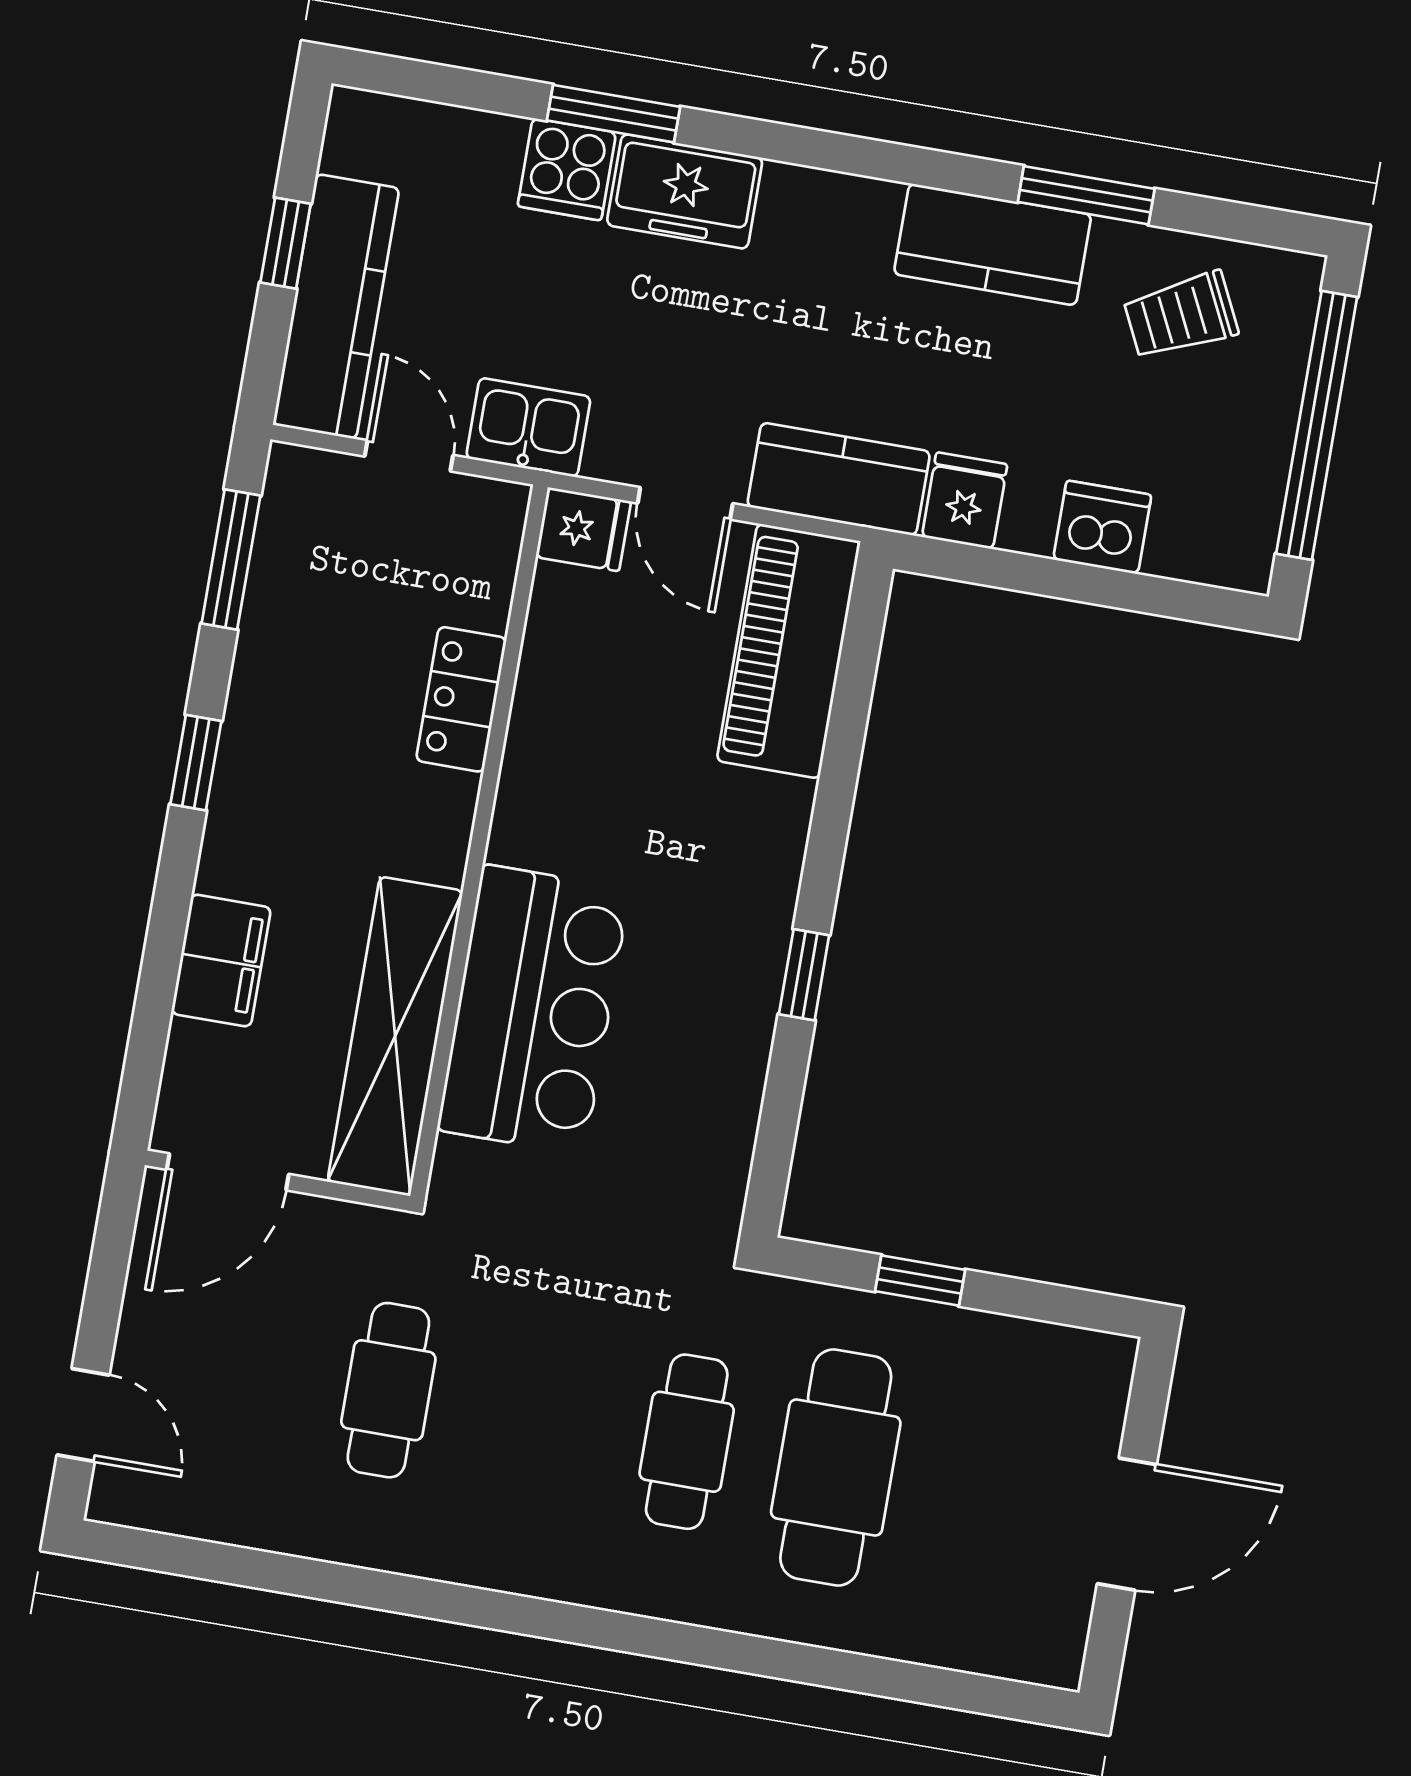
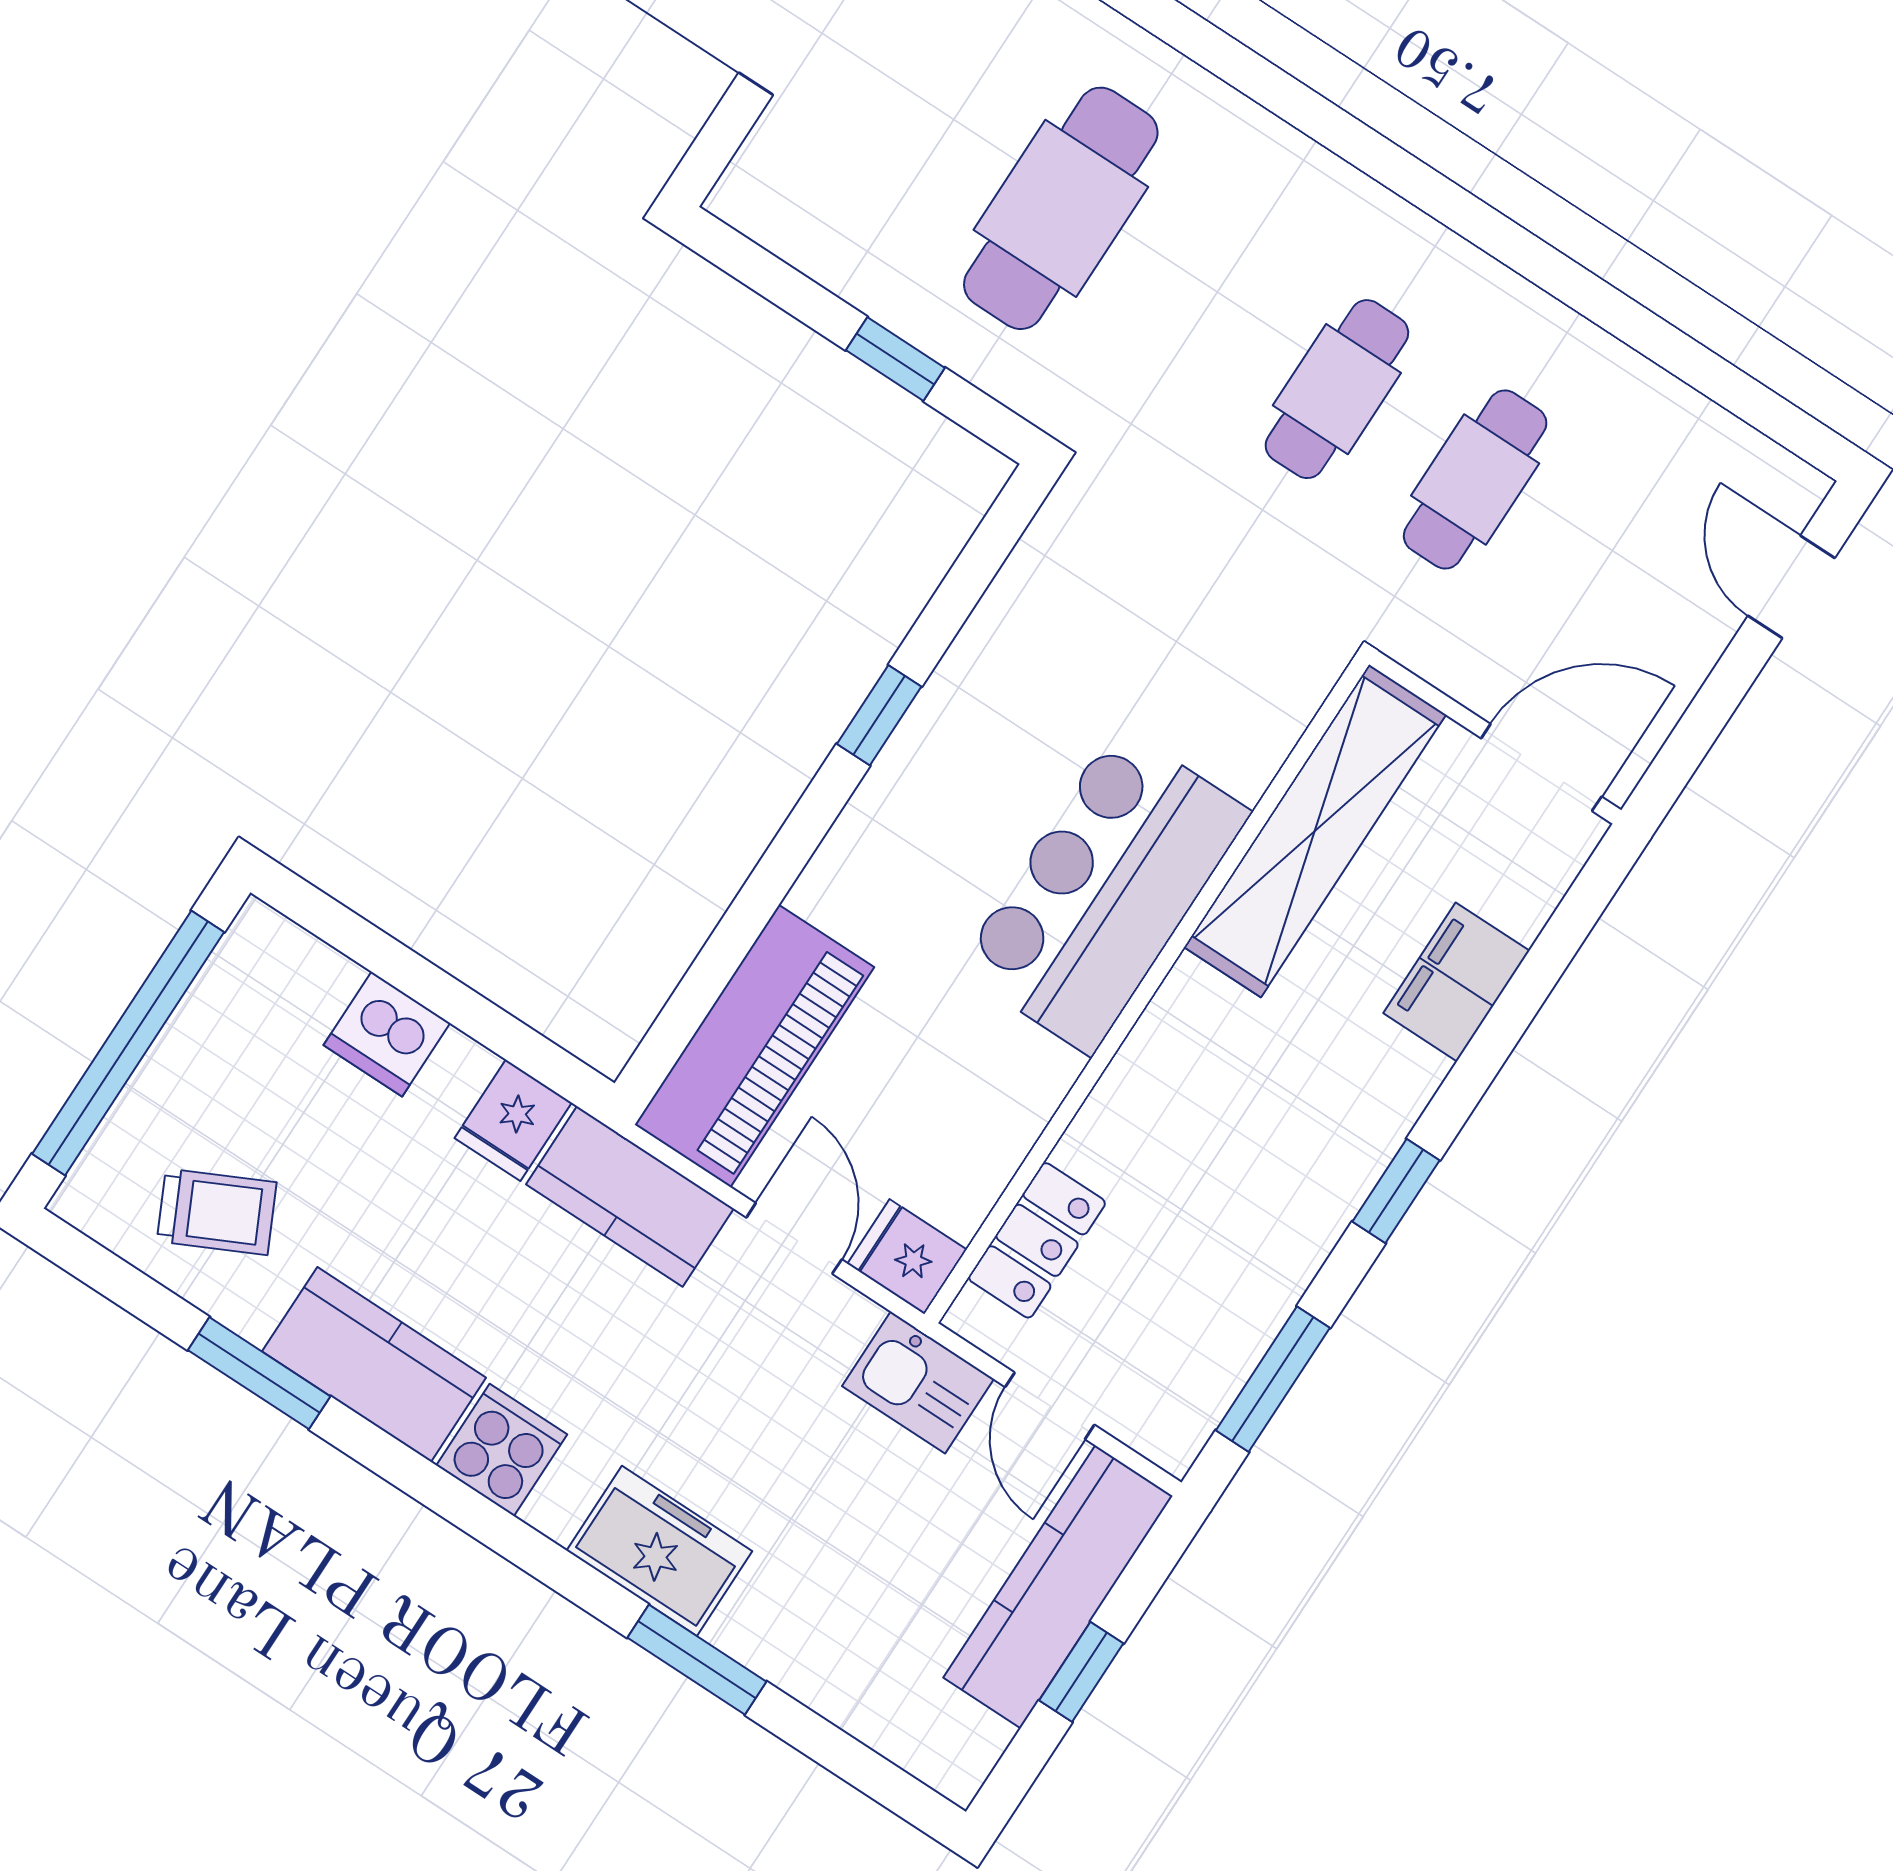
cooker: (567, 169) -> (502, 1450), moved
locker: (461, 699) -> (1037, 1240), moved
bar counter: (534, 1010) -> (1104, 890), moved
cafe table: (687, 1442) -> (1337, 389), moved

